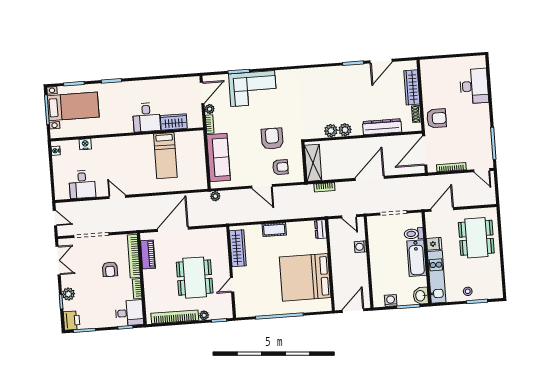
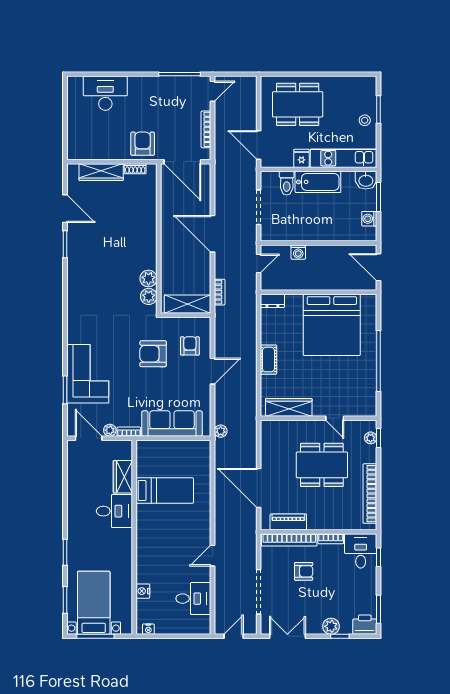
dresser: (382, 127) -> (148, 213), removed
plant: (345, 130) -> (149, 296), moved
plant: (204, 315) -> (371, 438), moved

